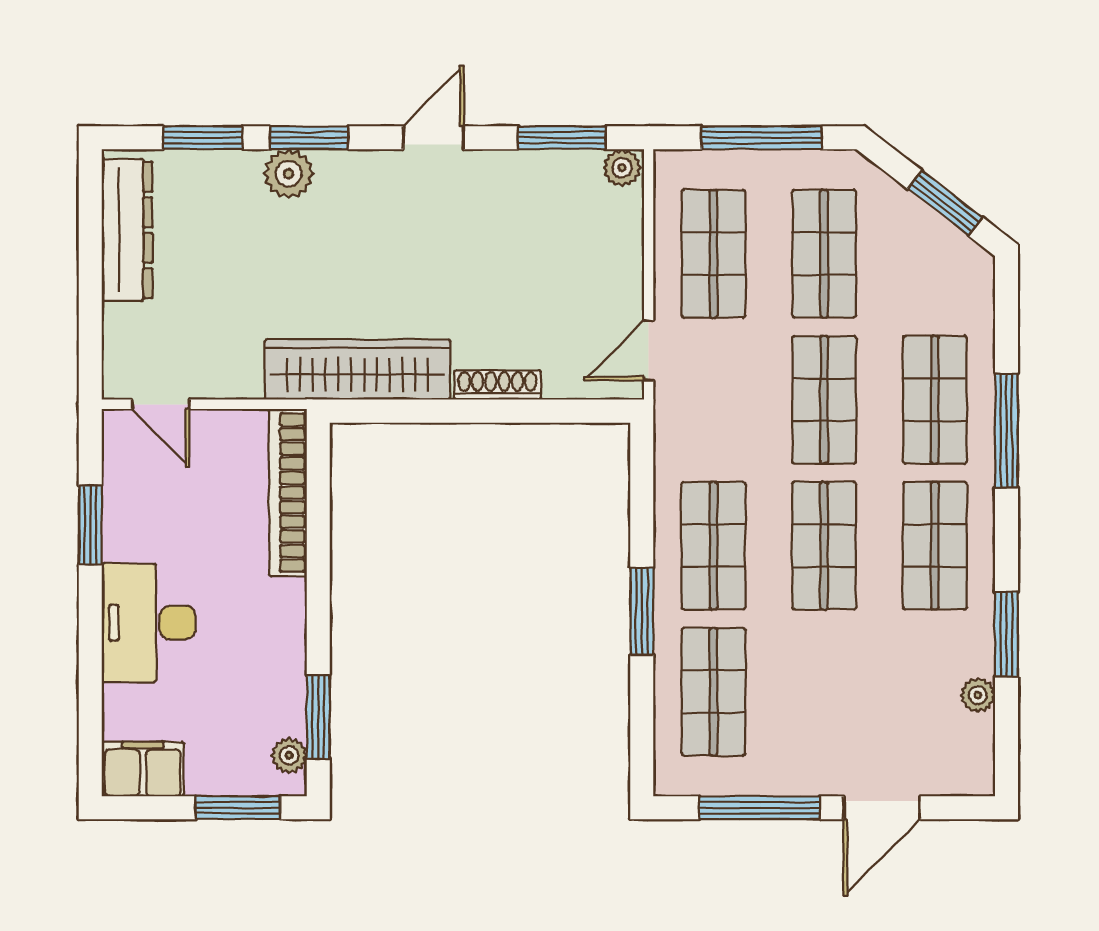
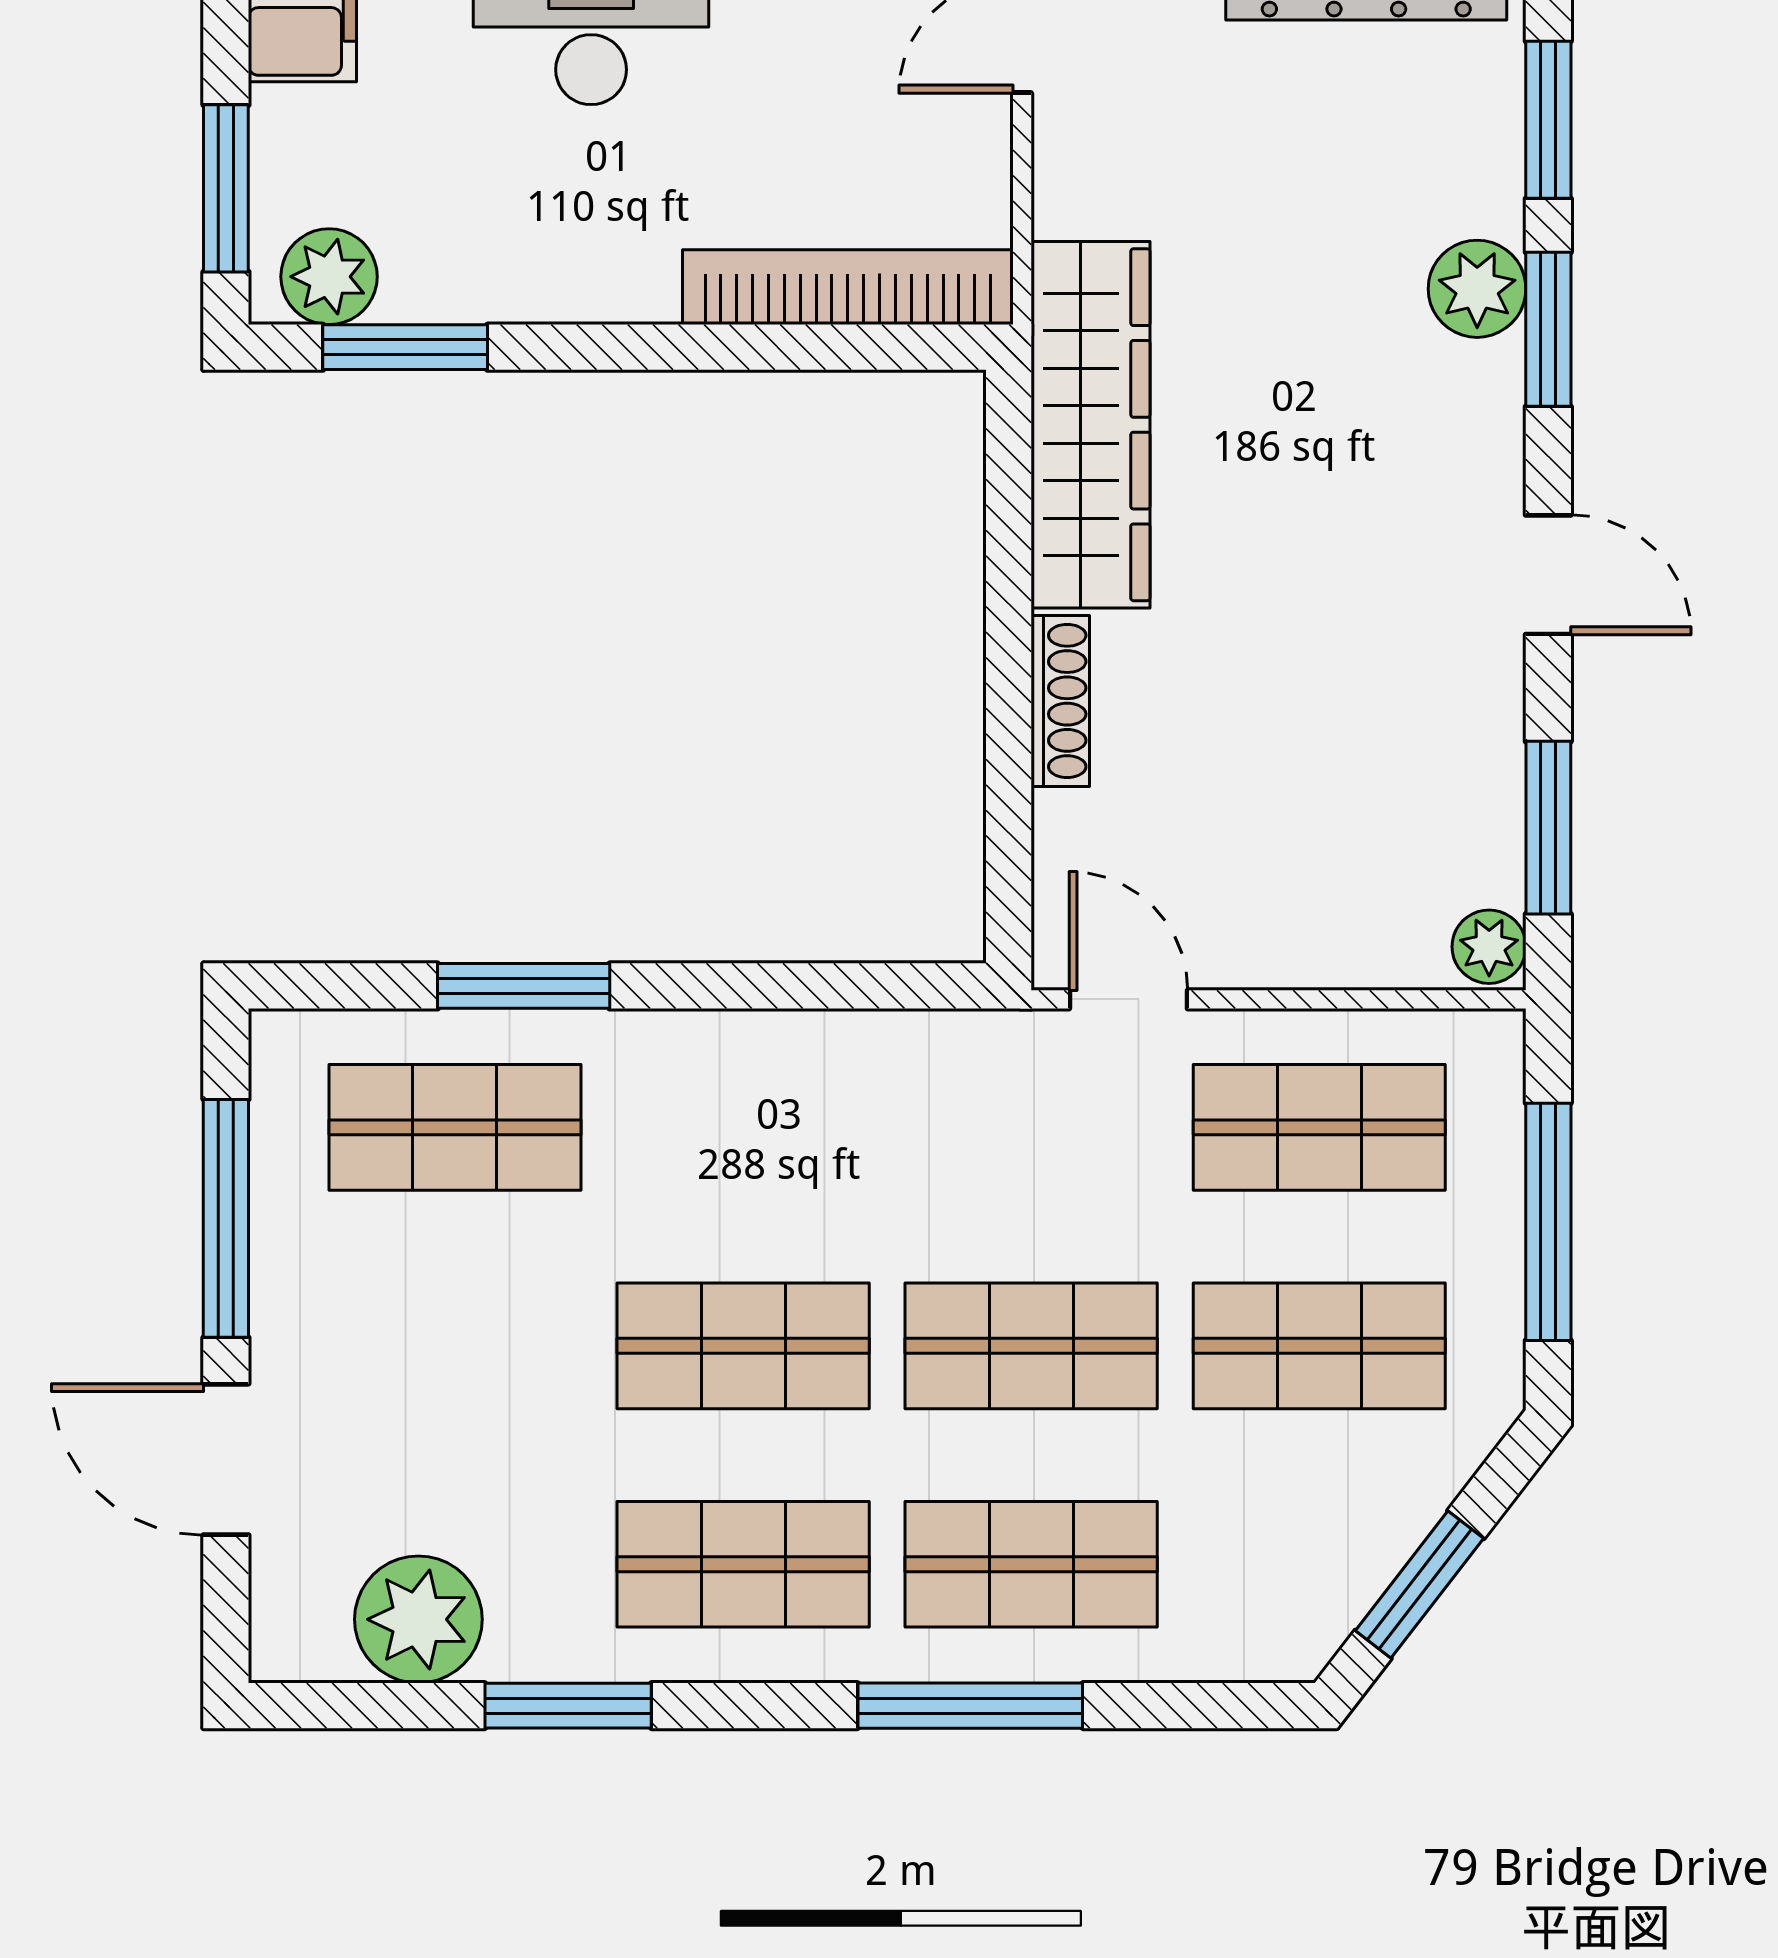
shop shelf: (713, 546) -> (743, 1127), removed
window: (642, 611) -> (524, 986), moved
plant: (978, 695) -> (418, 1619), width x1.88, depth x1.88
plant: (289, 755) -> (329, 277), width x1.38, depth x1.38

